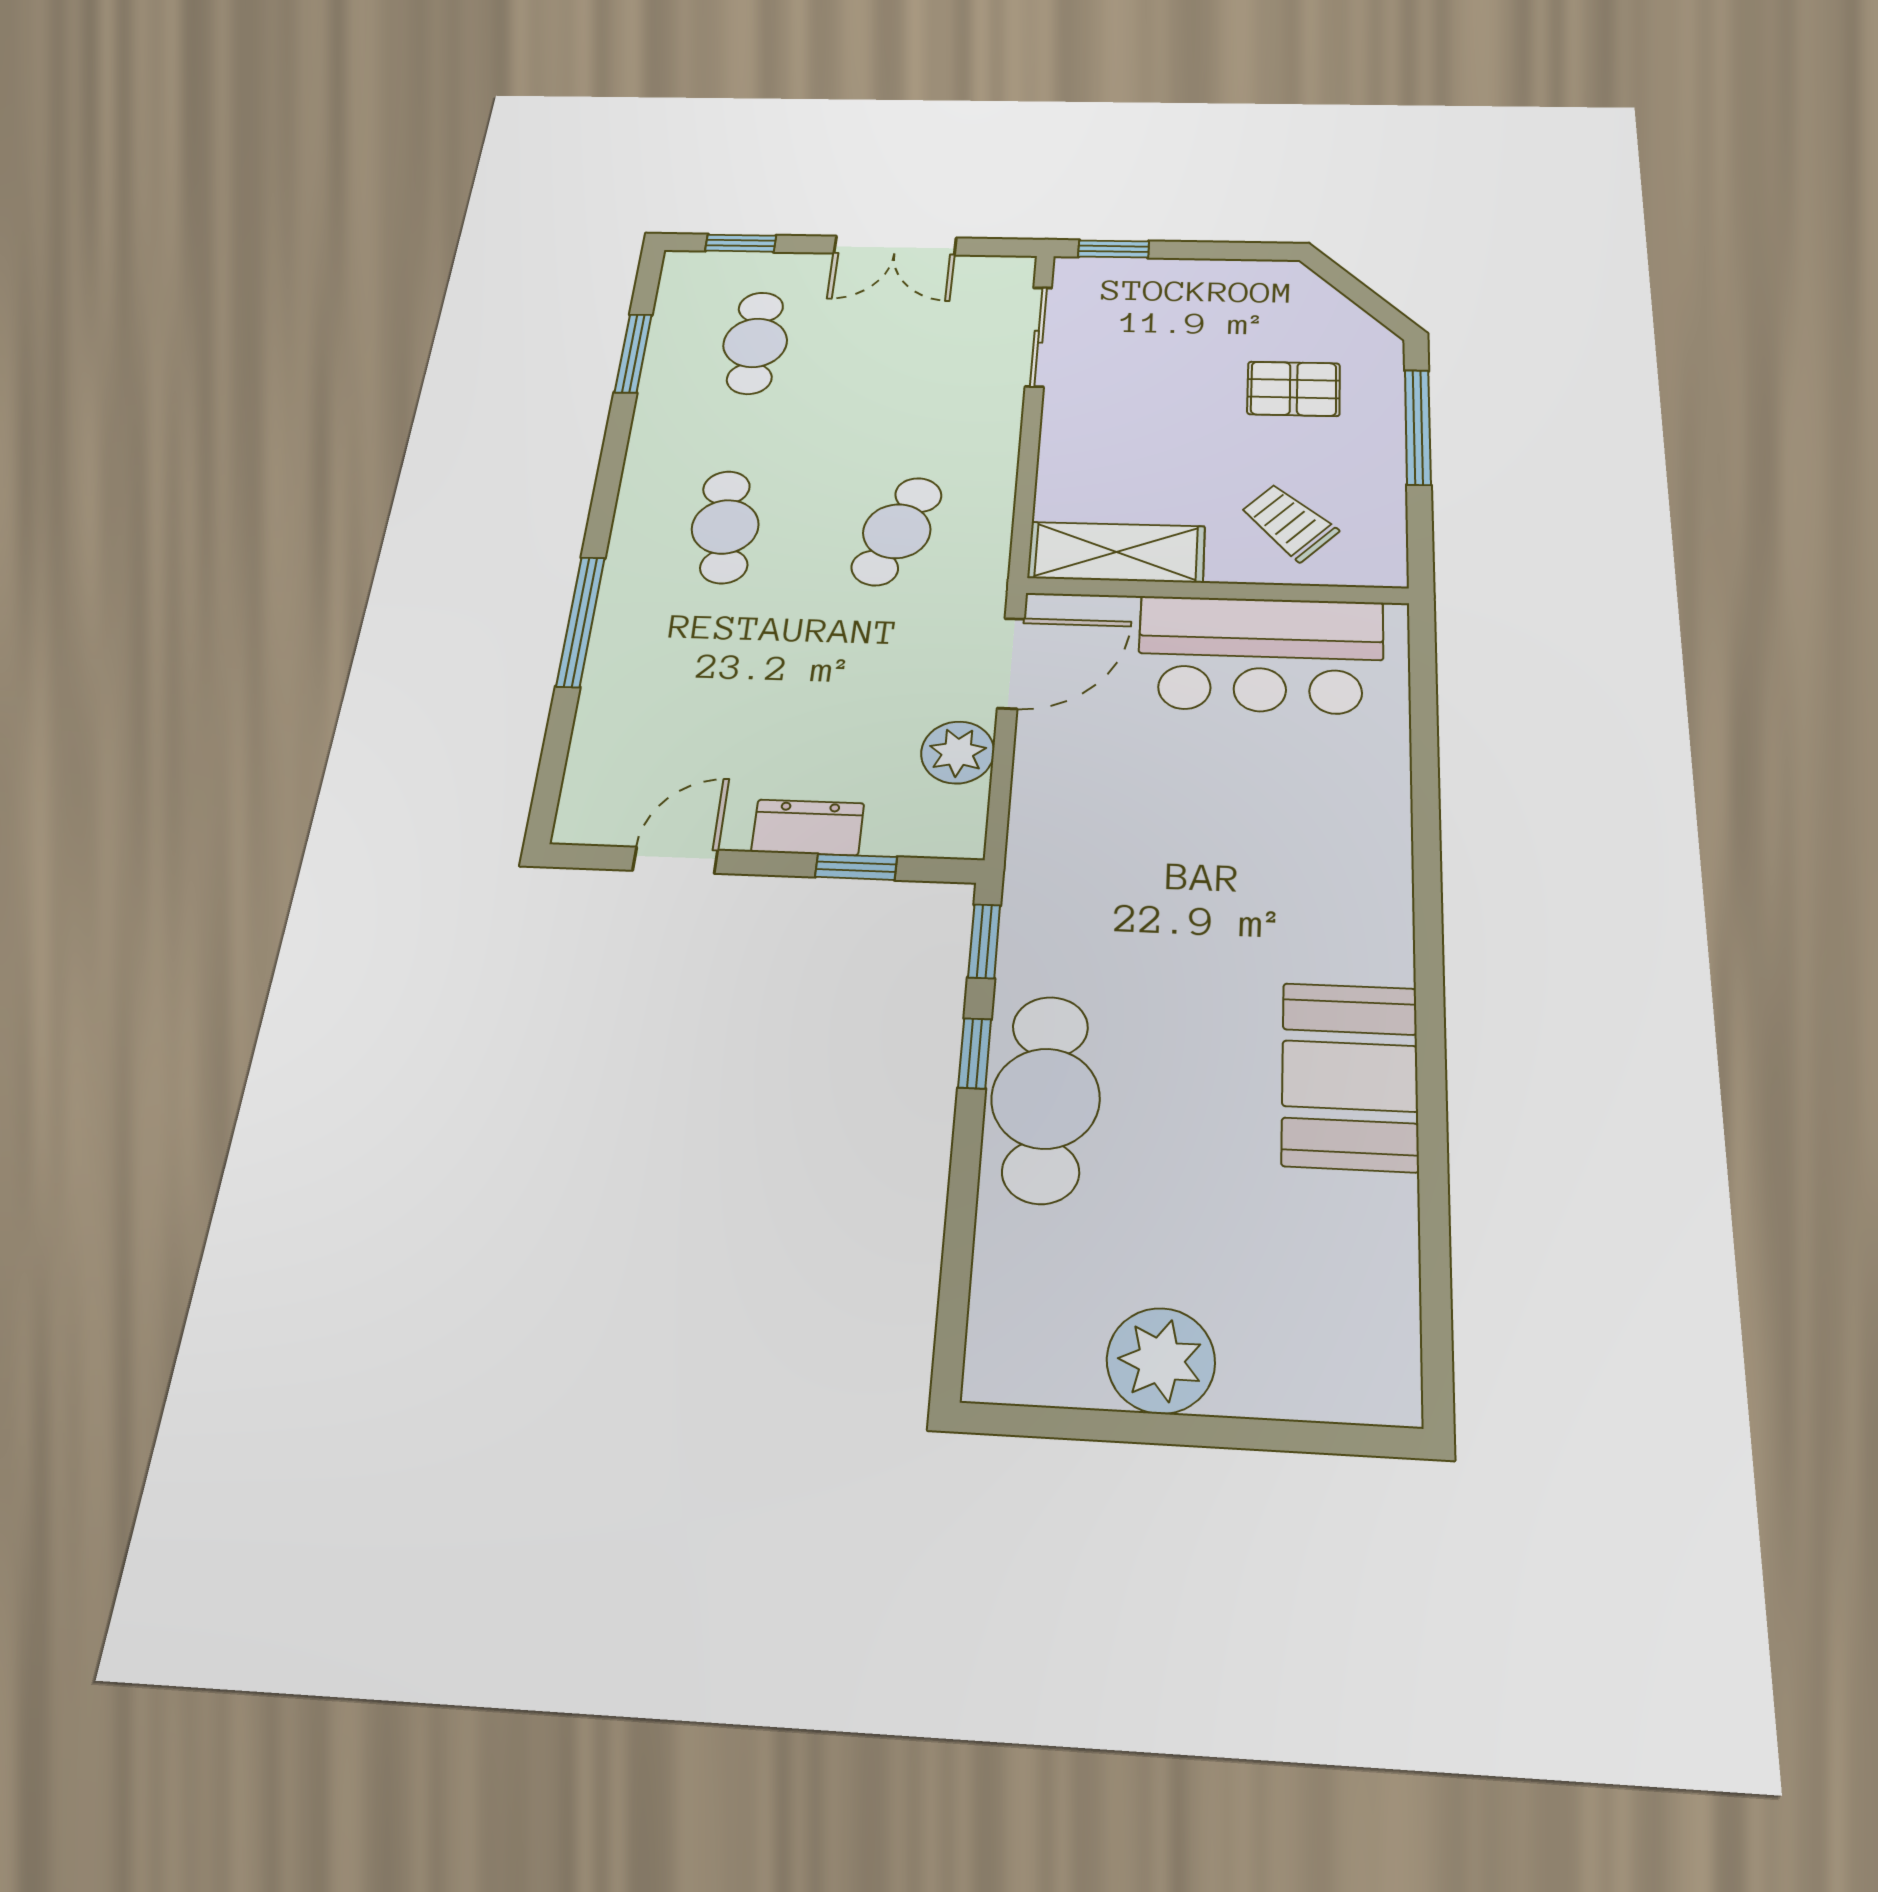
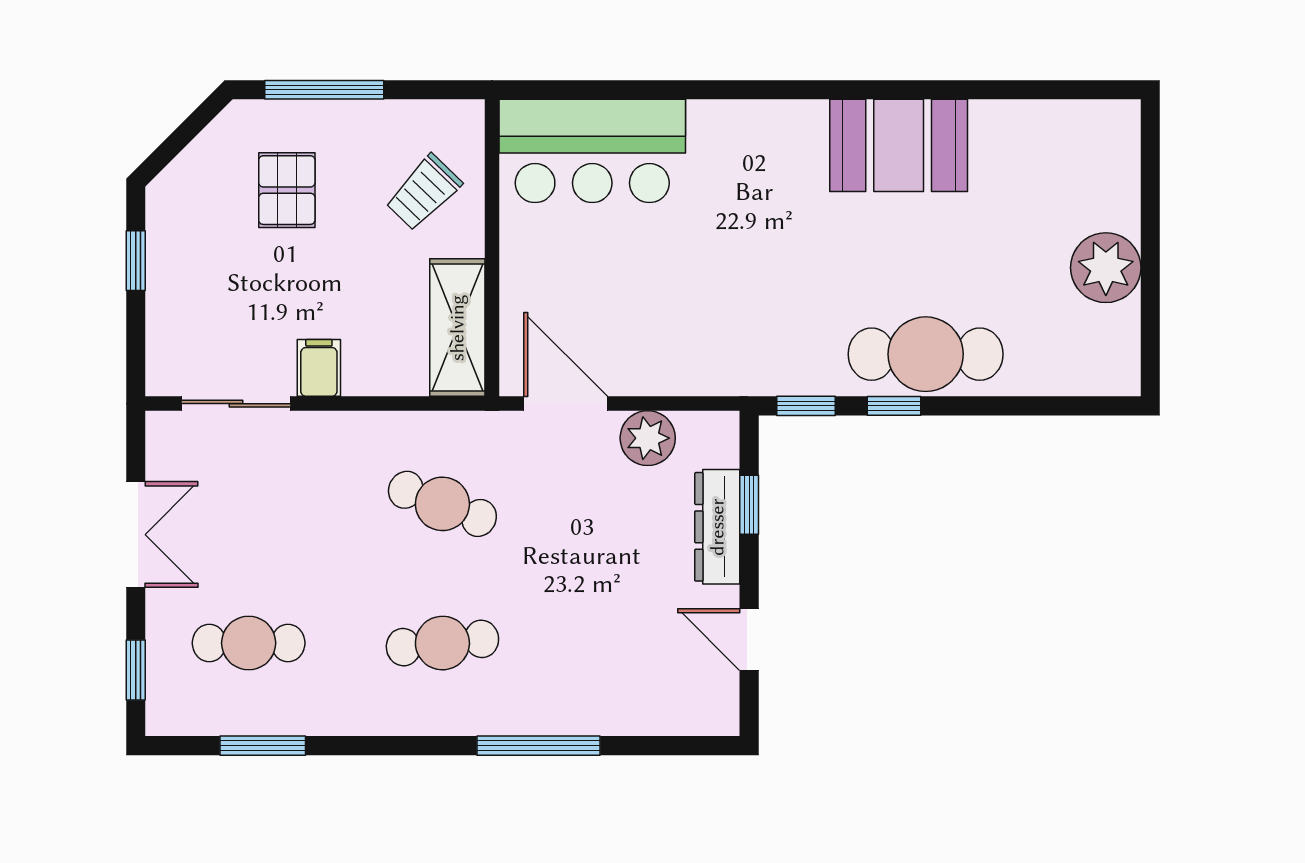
window: (1114, 249) -> (136, 261), moved
filing cabinet: (1075, 415) -> (319, 368), added
bar counter: (1261, 655) -> (592, 151), moved, turned 90
dresser: (808, 827) -> (717, 527), width x1.44

